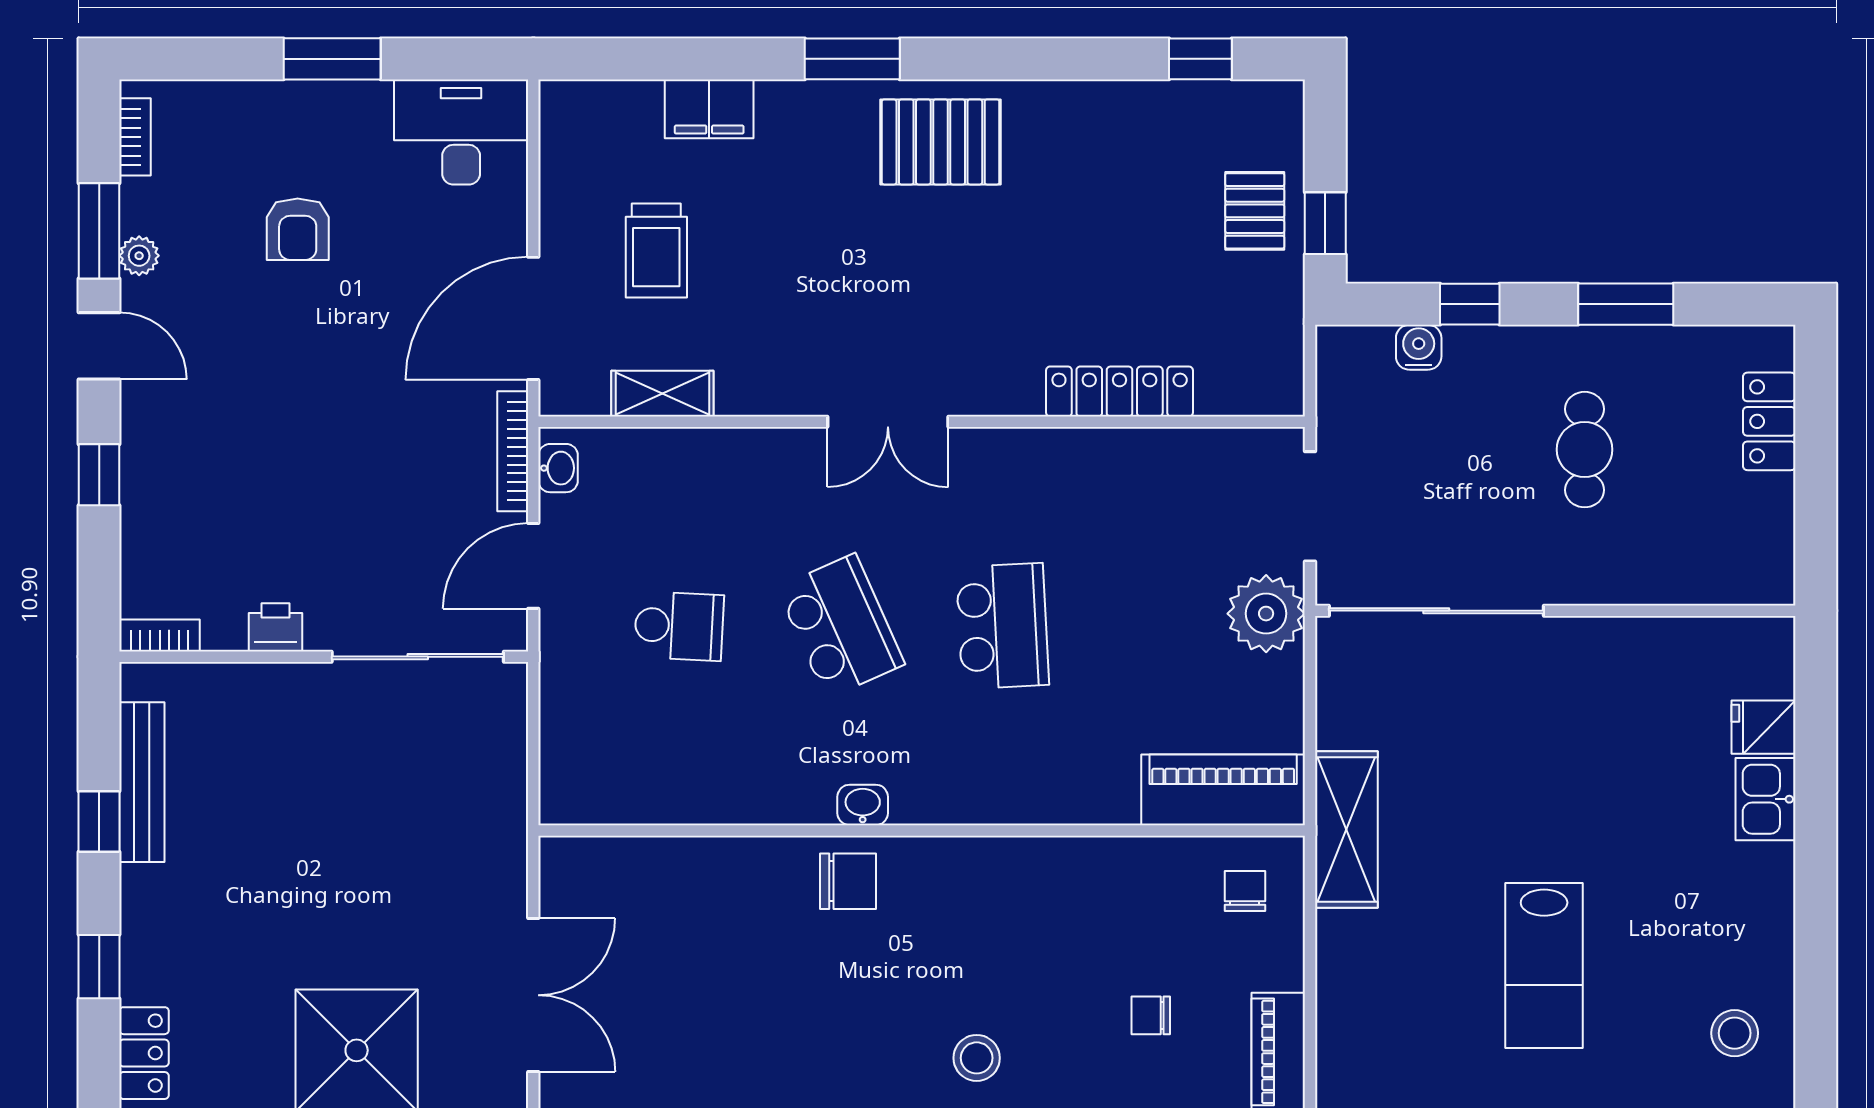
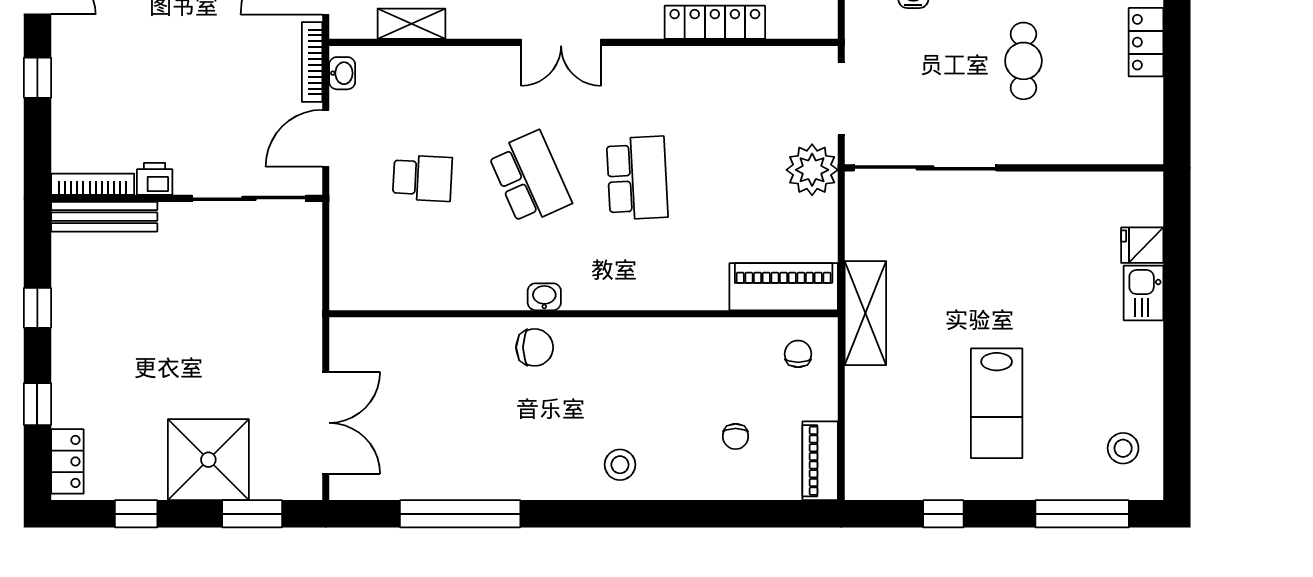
bookcase: (160, 636) -> (93, 184), width x1.56
bench: (142, 782) -> (104, 217), moved, turned 90
chair: (1151, 1015) -> (736, 436), turned -90

